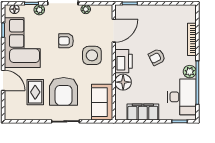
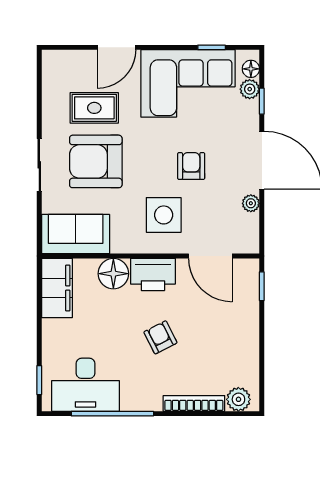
plant: (39, 10) -> (250, 89), moved
plant: (190, 72) -> (238, 399), moved
filing cabinet: (143, 112) -> (57, 288), moved

